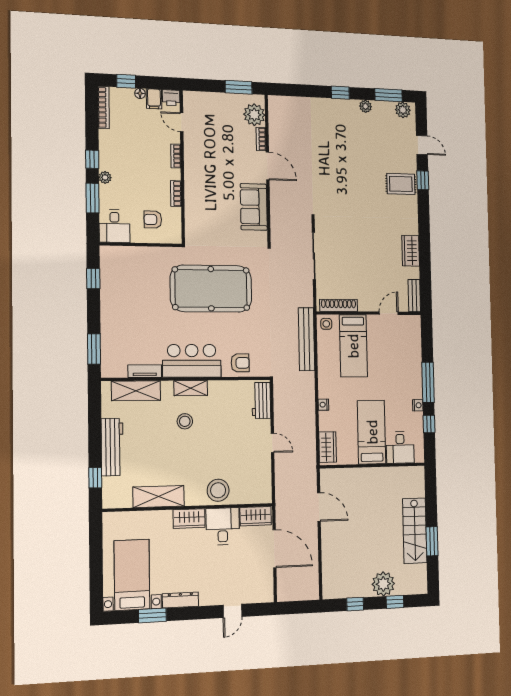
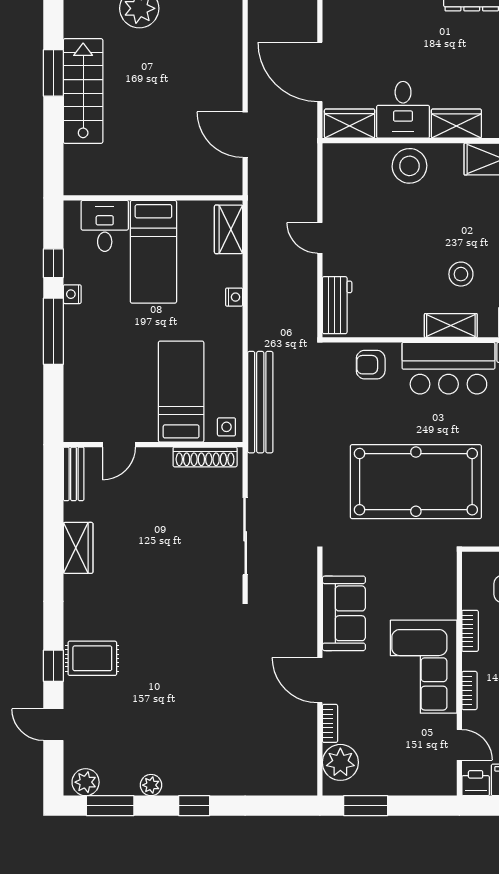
corner sofa: (204, 172) -> (424, 667), added

